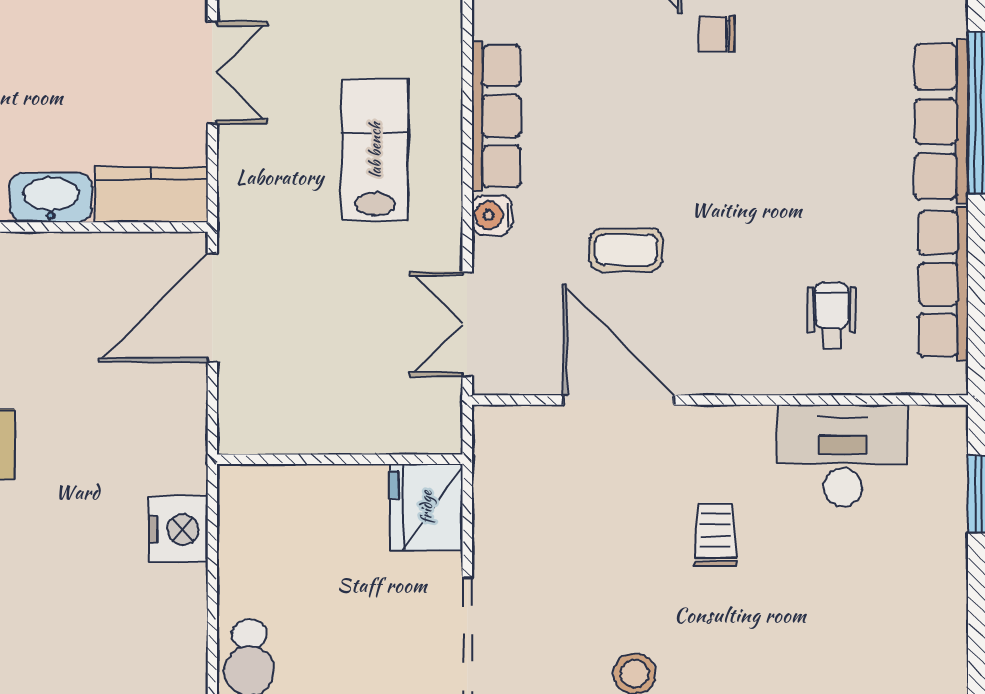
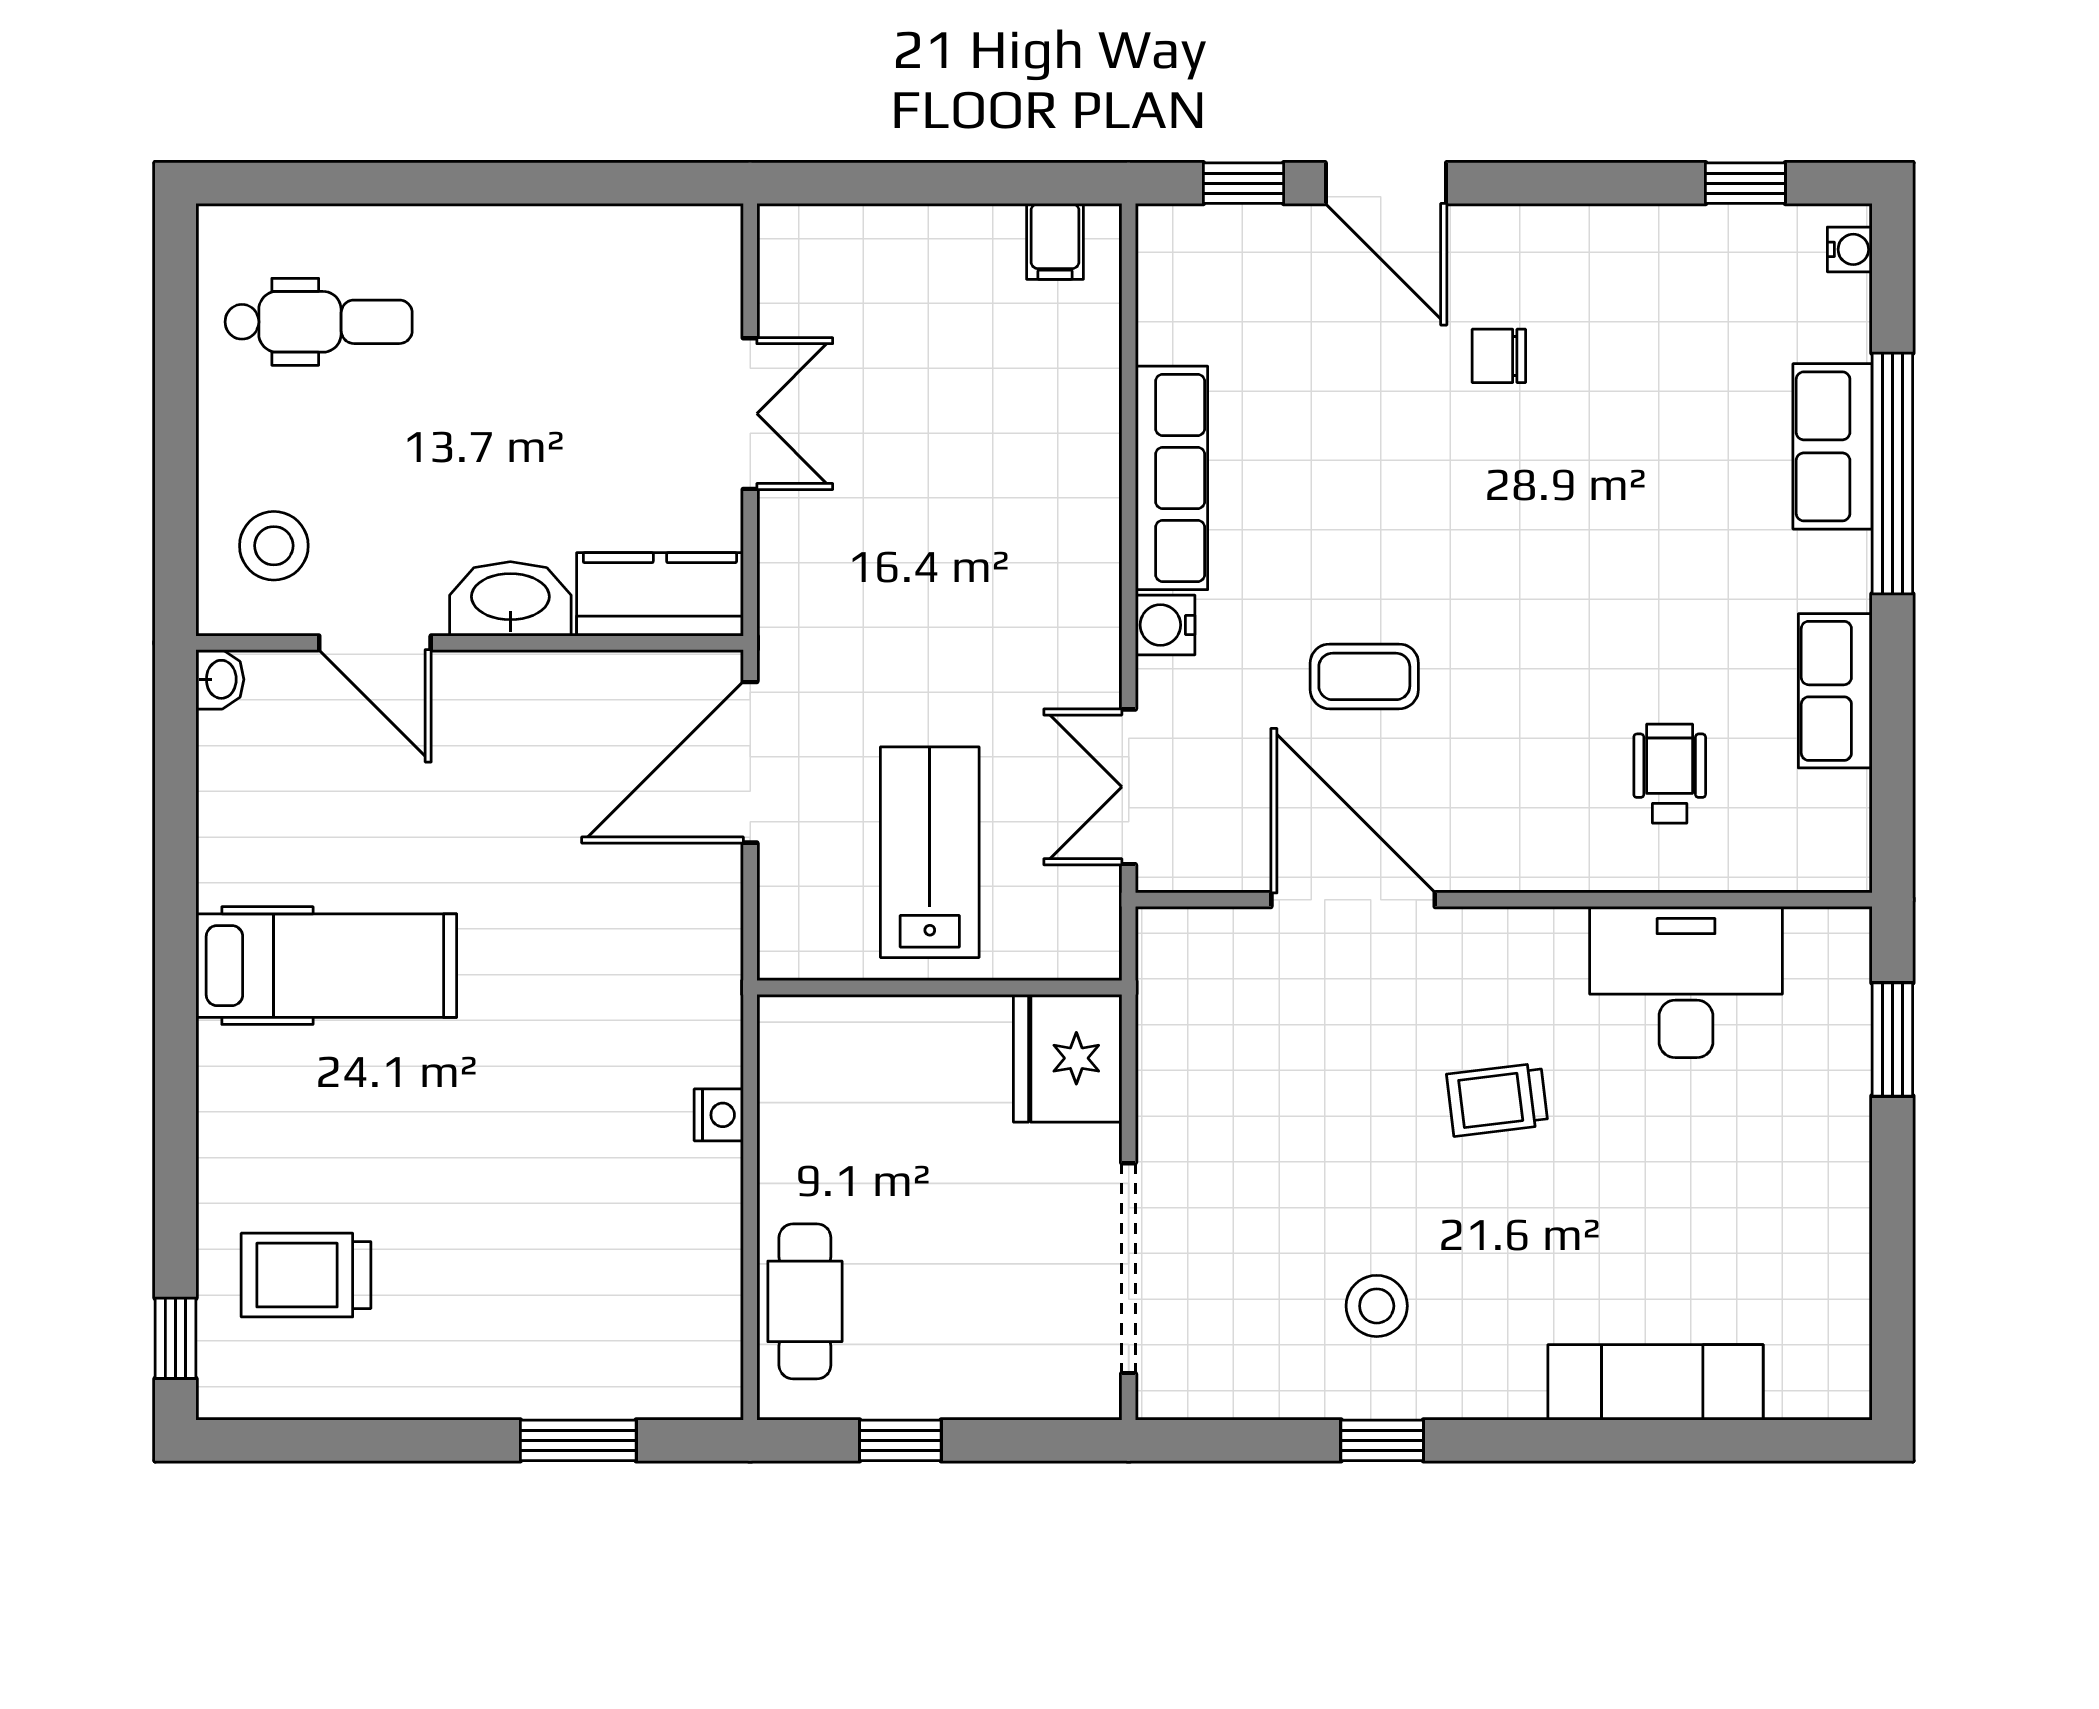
row of seats: (941, 121) -> (1833, 446), width x0.68
lab bench: (375, 150) -> (930, 852), moved
row of seats: (943, 284) -> (1835, 691), width x0.68
nightstand: (178, 529) -> (719, 1115), width x0.53, depth x0.56
trolley: (716, 535) -> (1497, 1100), turned -97

